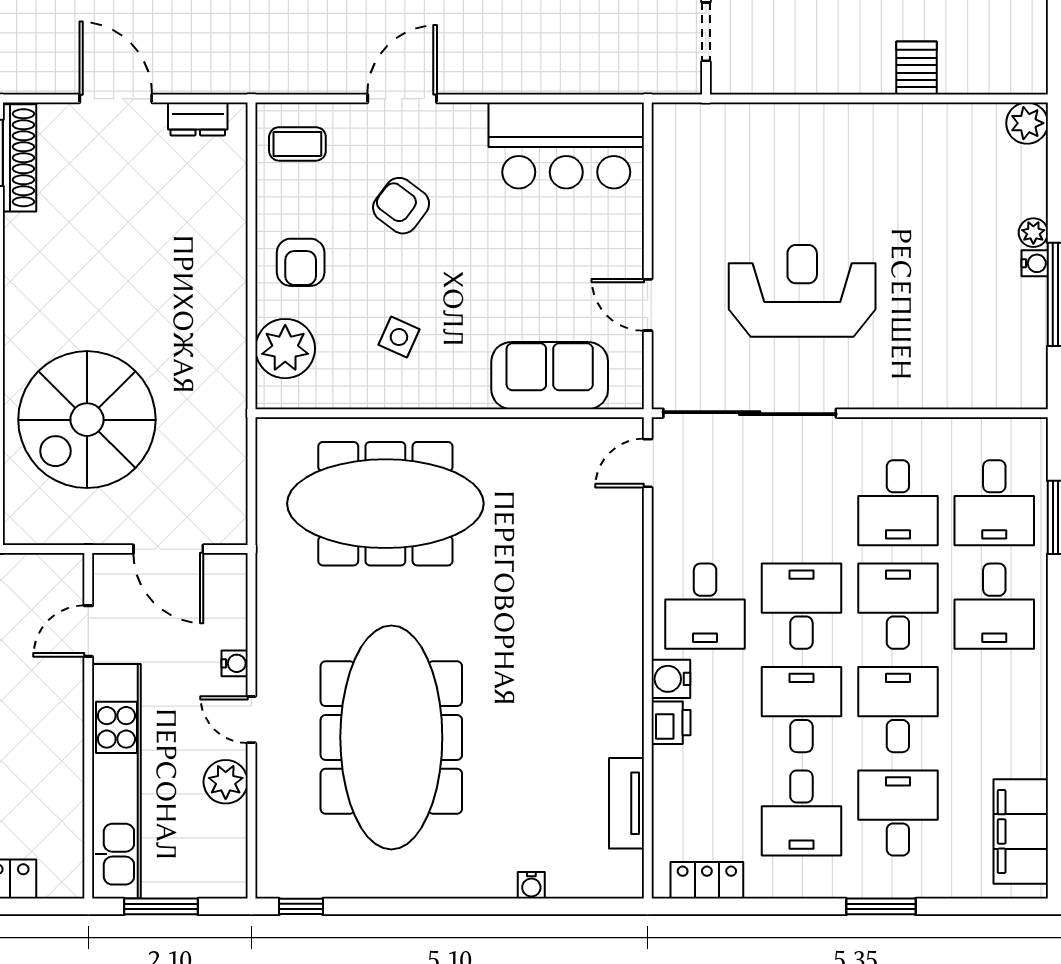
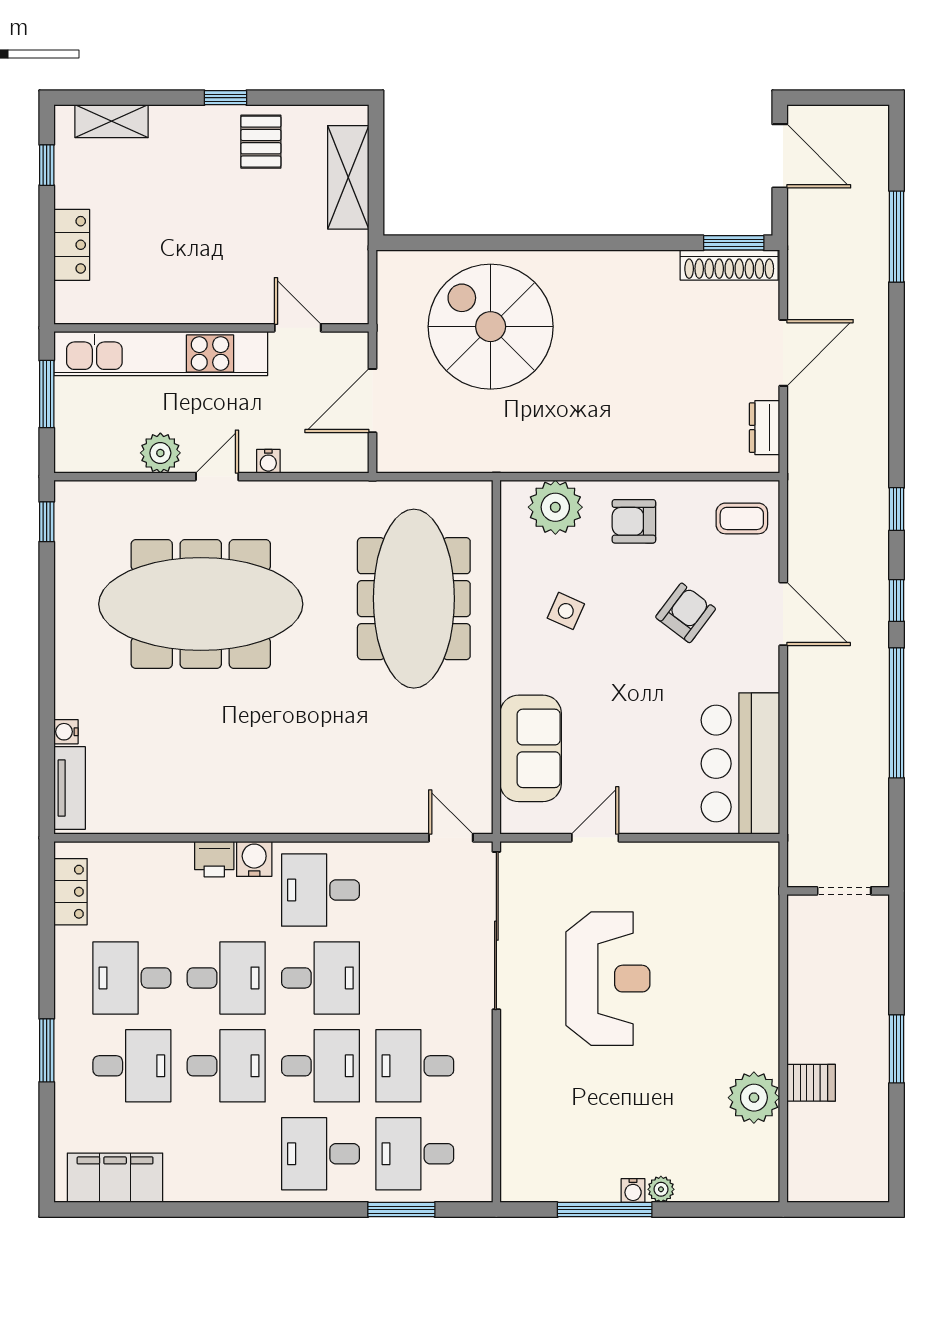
plant: (1027, 123) -> (754, 1098), moved, width x1.36, depth x1.36
coffee table: (297, 144) -> (742, 518), turned 90
tv unit: (627, 803) -> (70, 788), moved, turned 90

